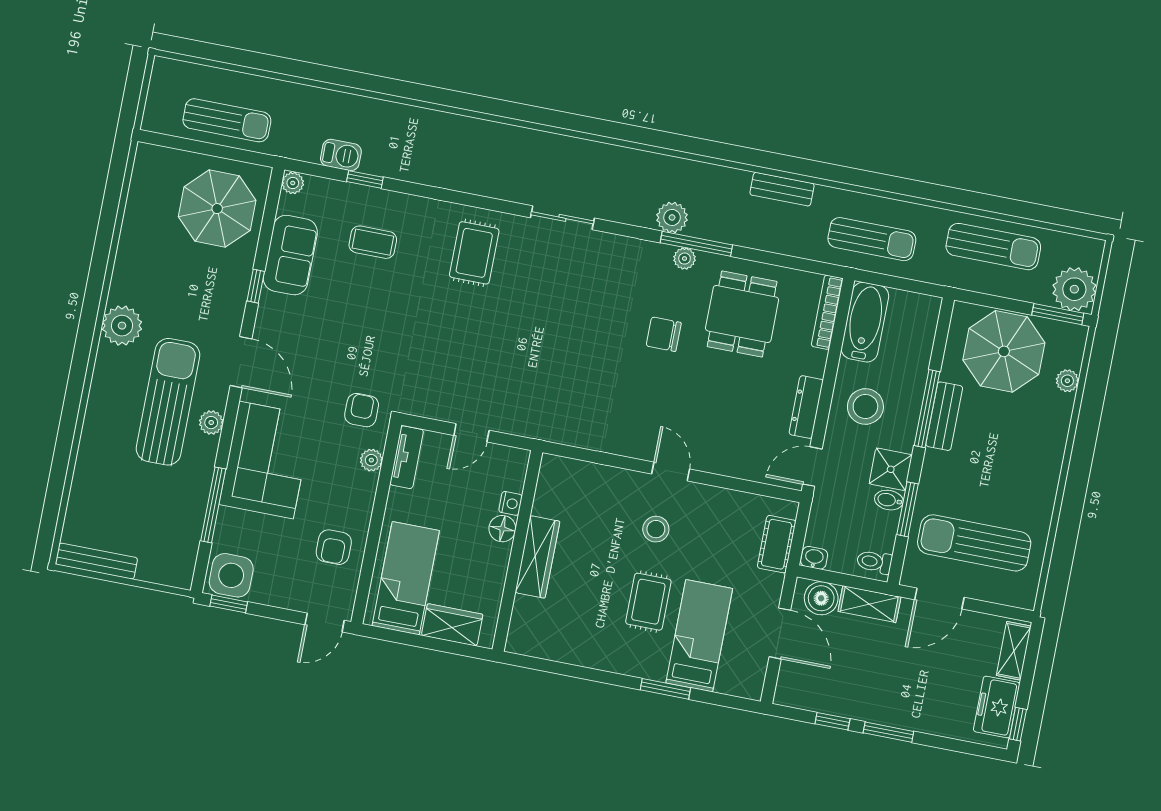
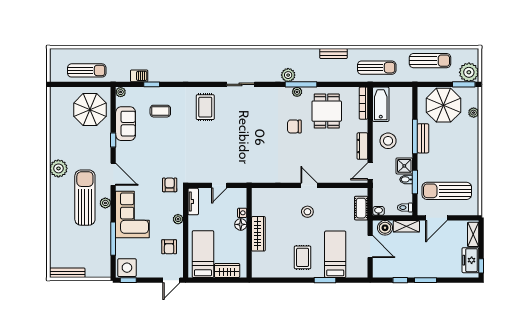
plant: (371, 460) -> (178, 219), moved
rug: (648, 602) -> (303, 257), moved

